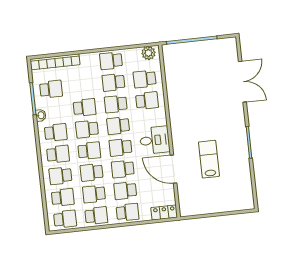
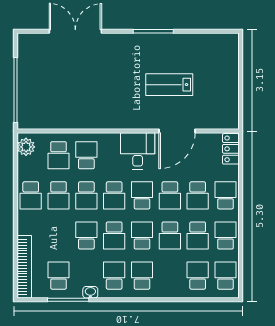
school desk: (120, 147) -> (142, 195), turned 180
school desk: (60, 176) -> (170, 276), removed

